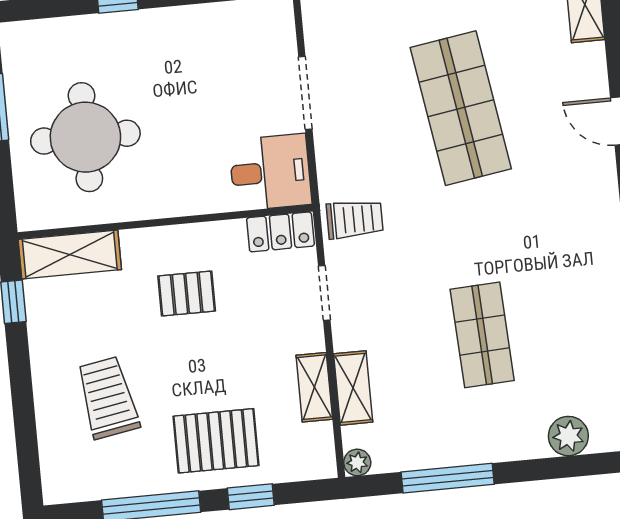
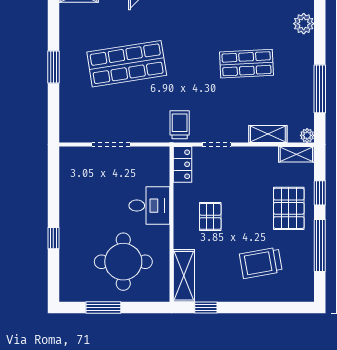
desk: (270, 172) -> (149, 206), moved, turned 90
shelving: (314, 387) -> (296, 154), moved

